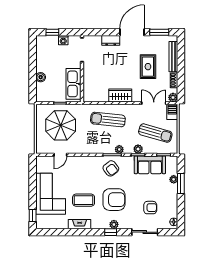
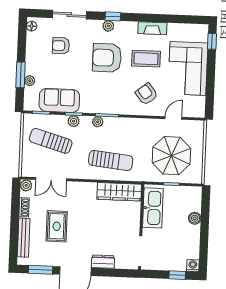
washing machine: (63, 40) -> (193, 266), moved
wardrobe: (120, 95) -> (119, 192), moved, width x1.50
barbecue: (172, 112) -> (28, 167), removed
armchair: (111, 168) -> (147, 94), moved

